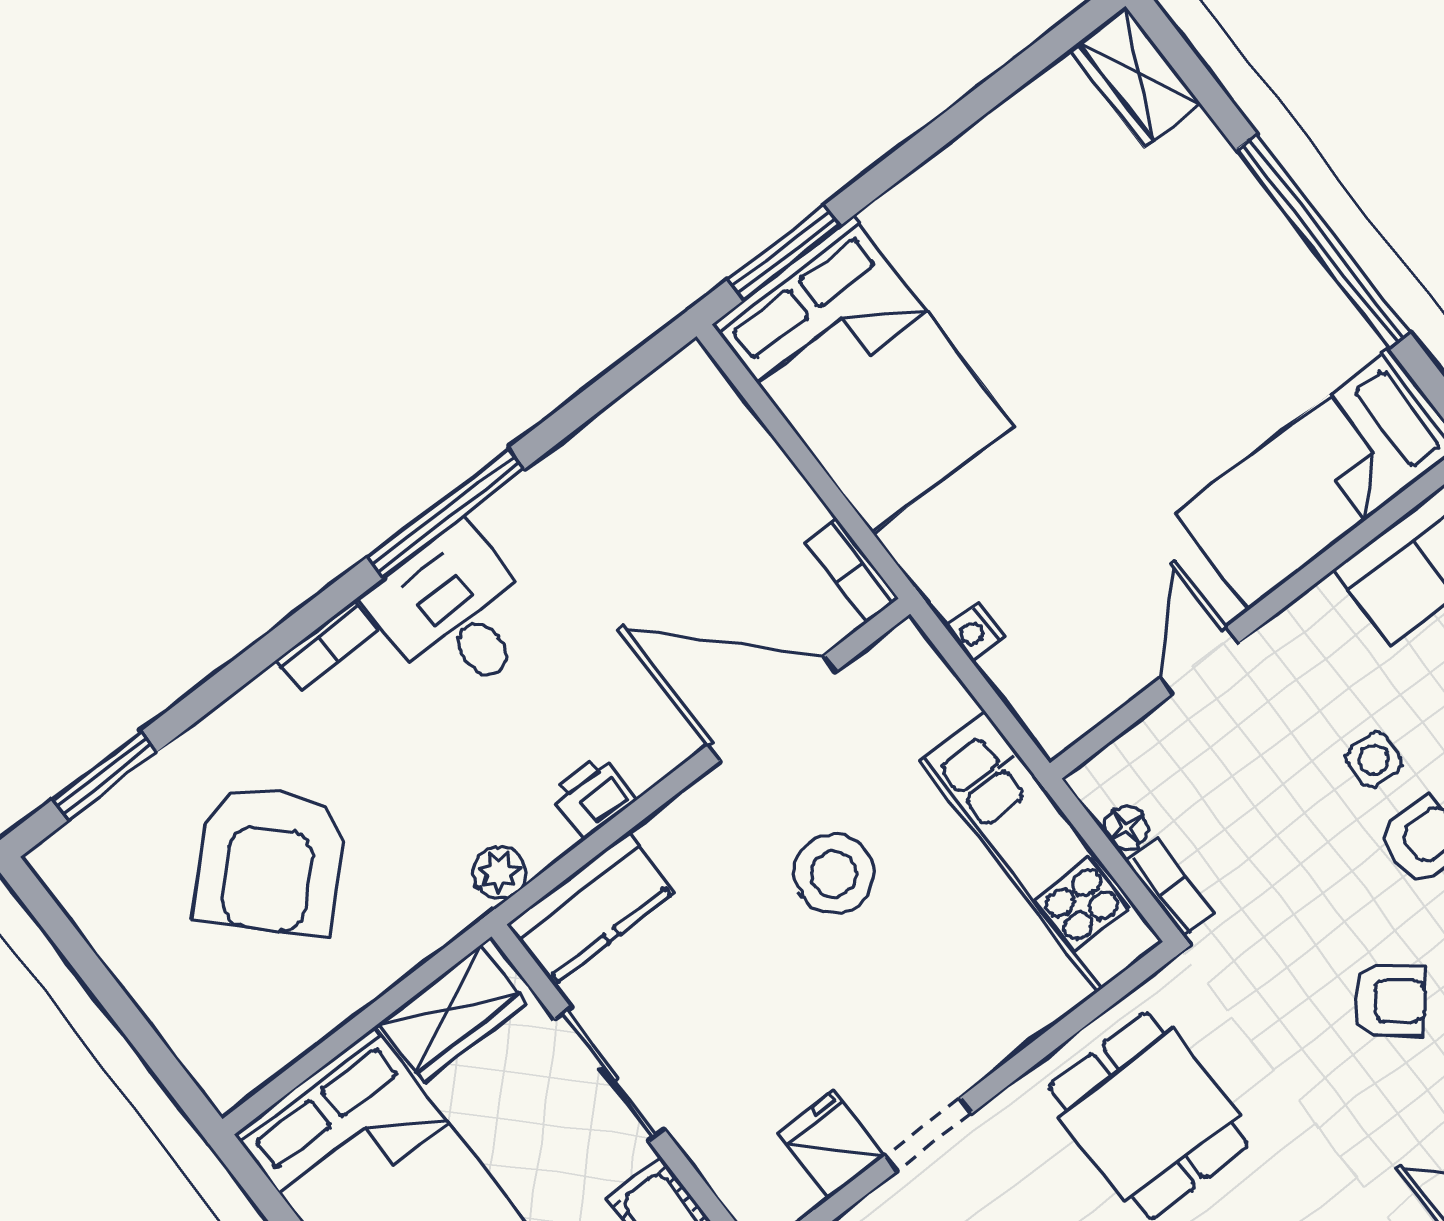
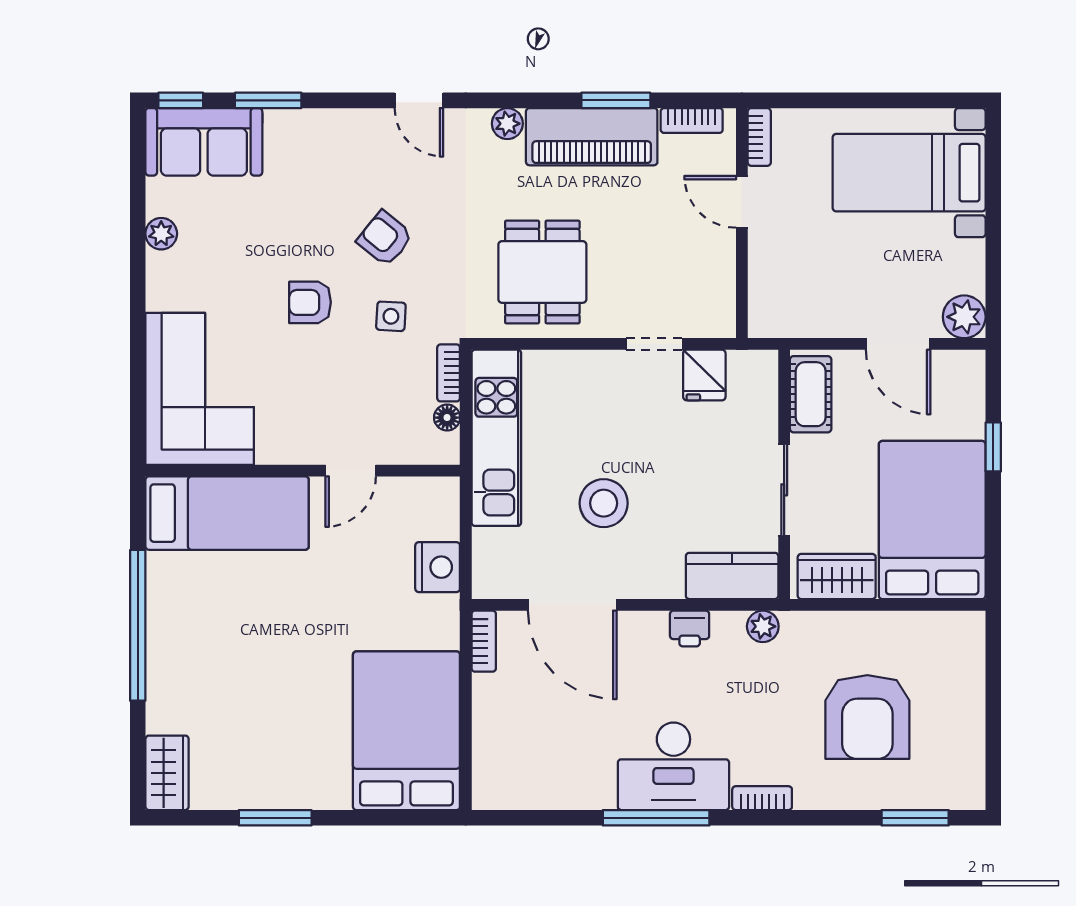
window: (784, 253) -> (275, 818), moved
desk: (455, 614) -> (673, 766), width x1.37
nightstand: (974, 631) -> (438, 567), width x1.89, depth x1.79
side table: (1374, 760) -> (391, 316), moved
armchair: (270, 860) -> (867, 717), turned 135

